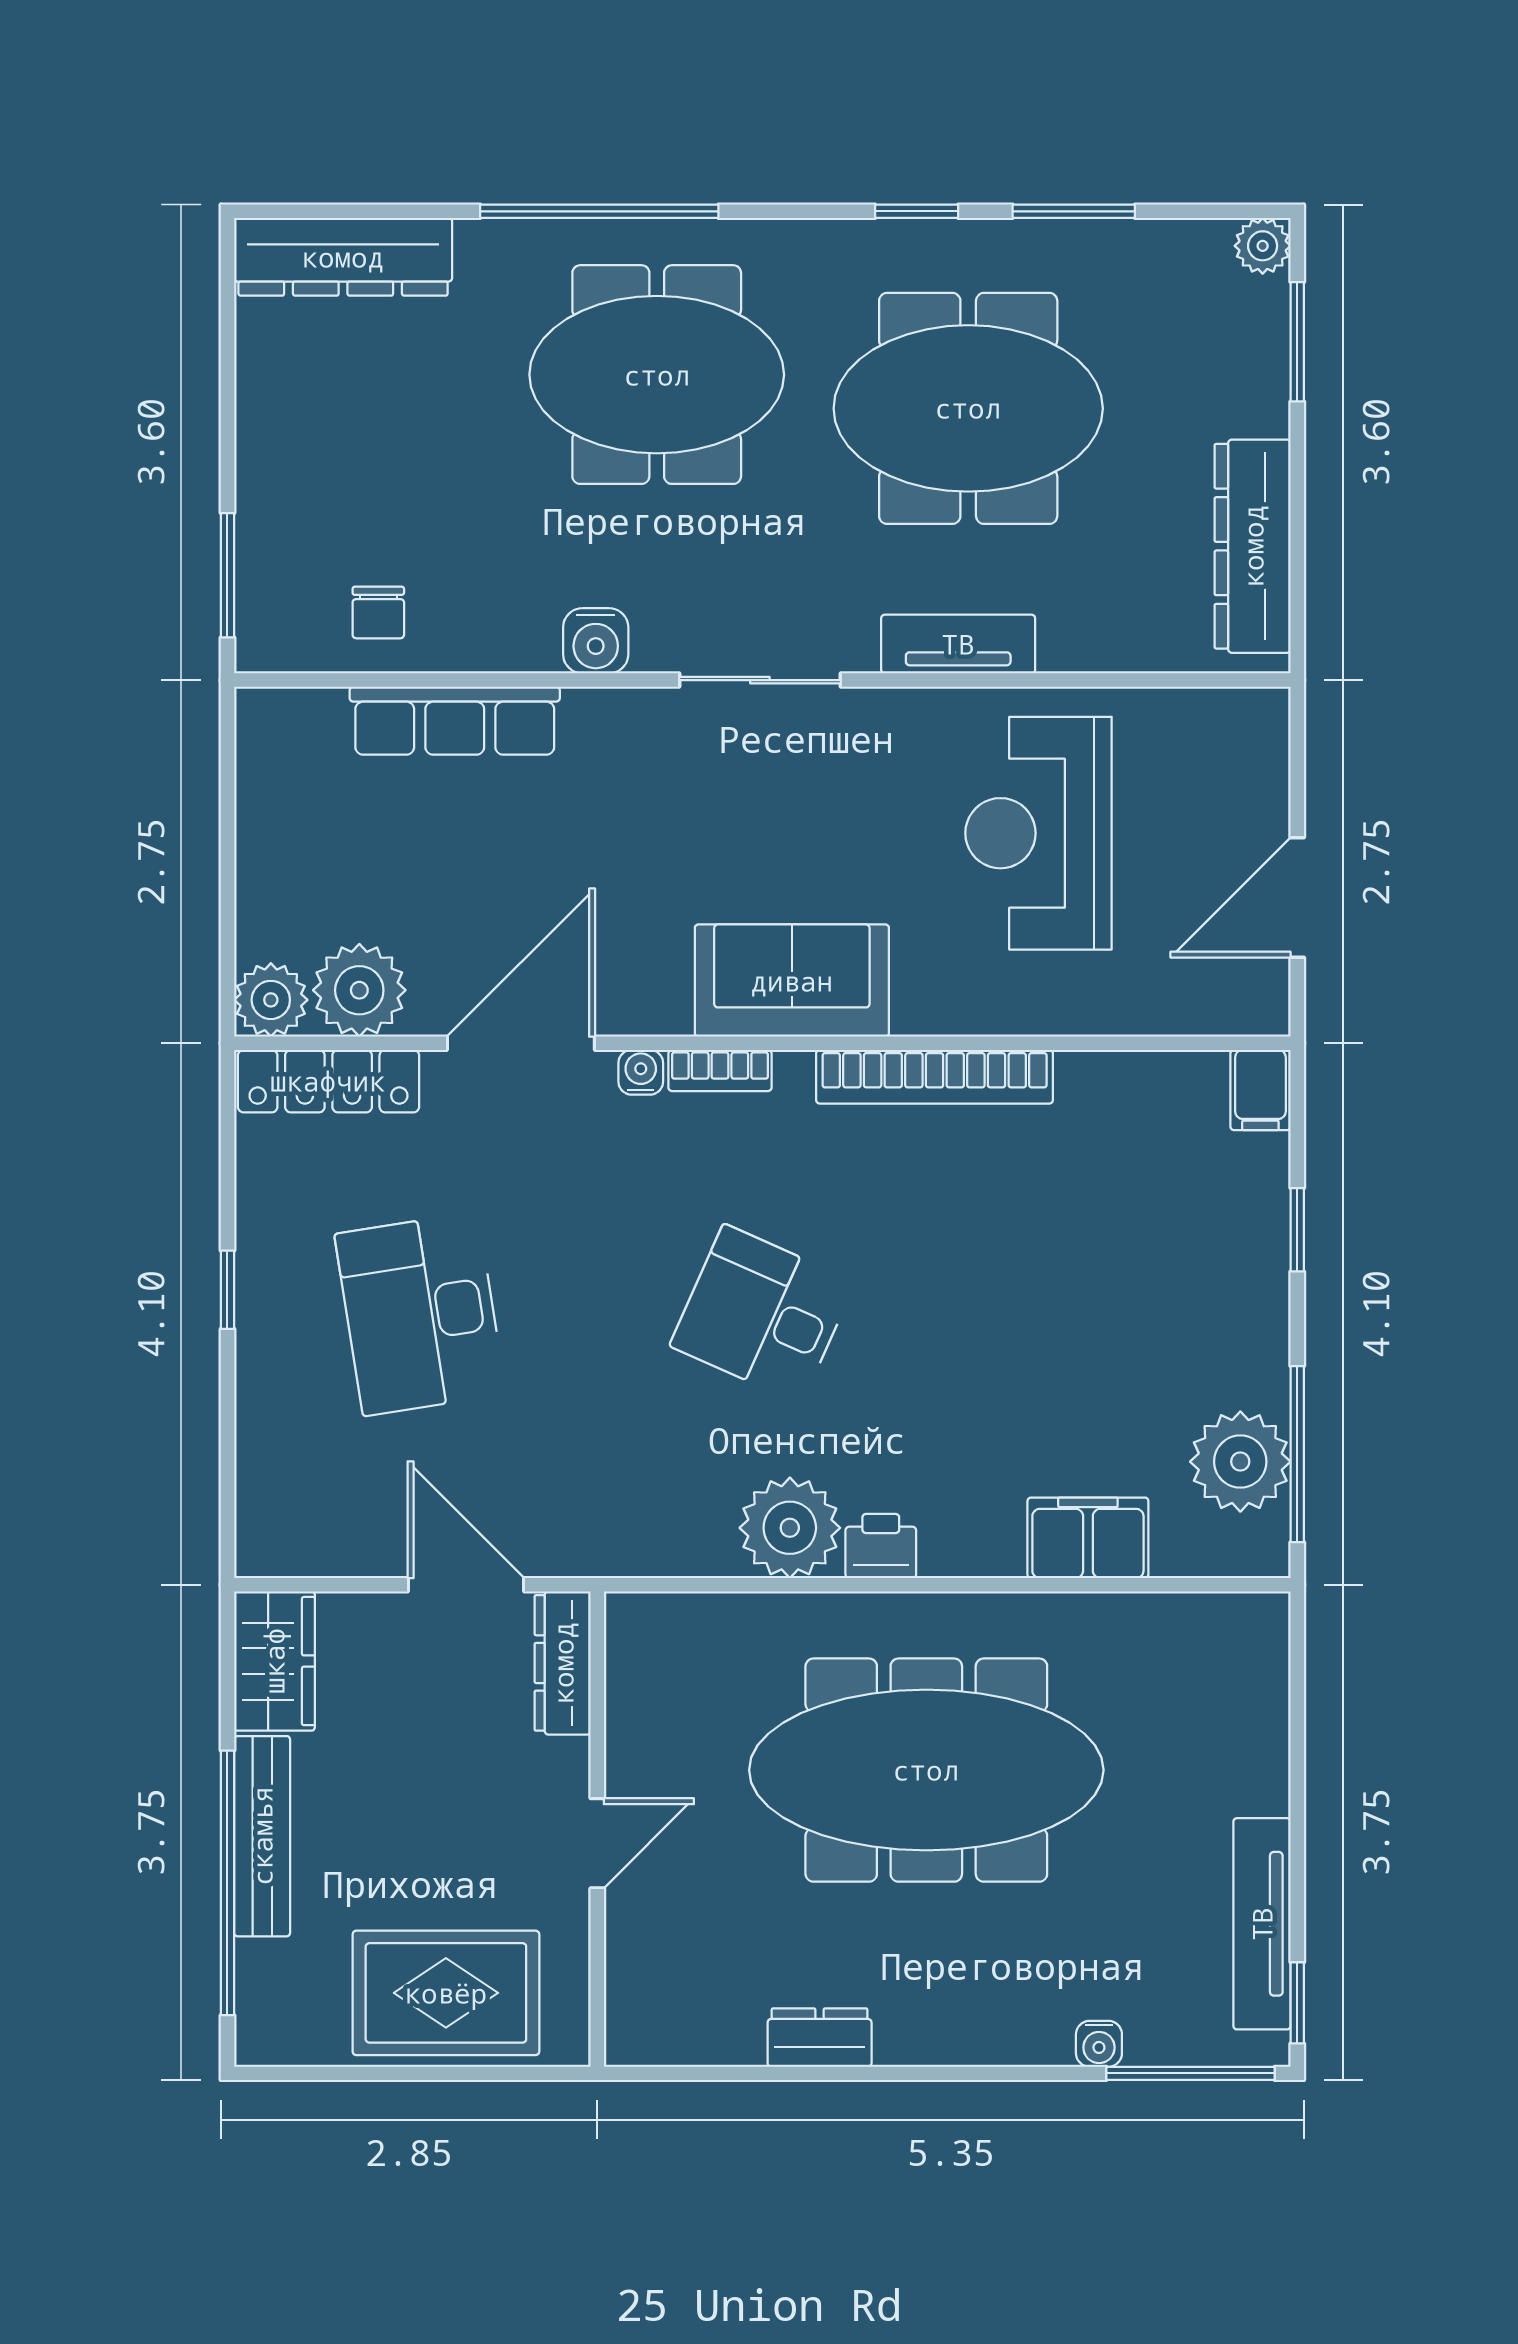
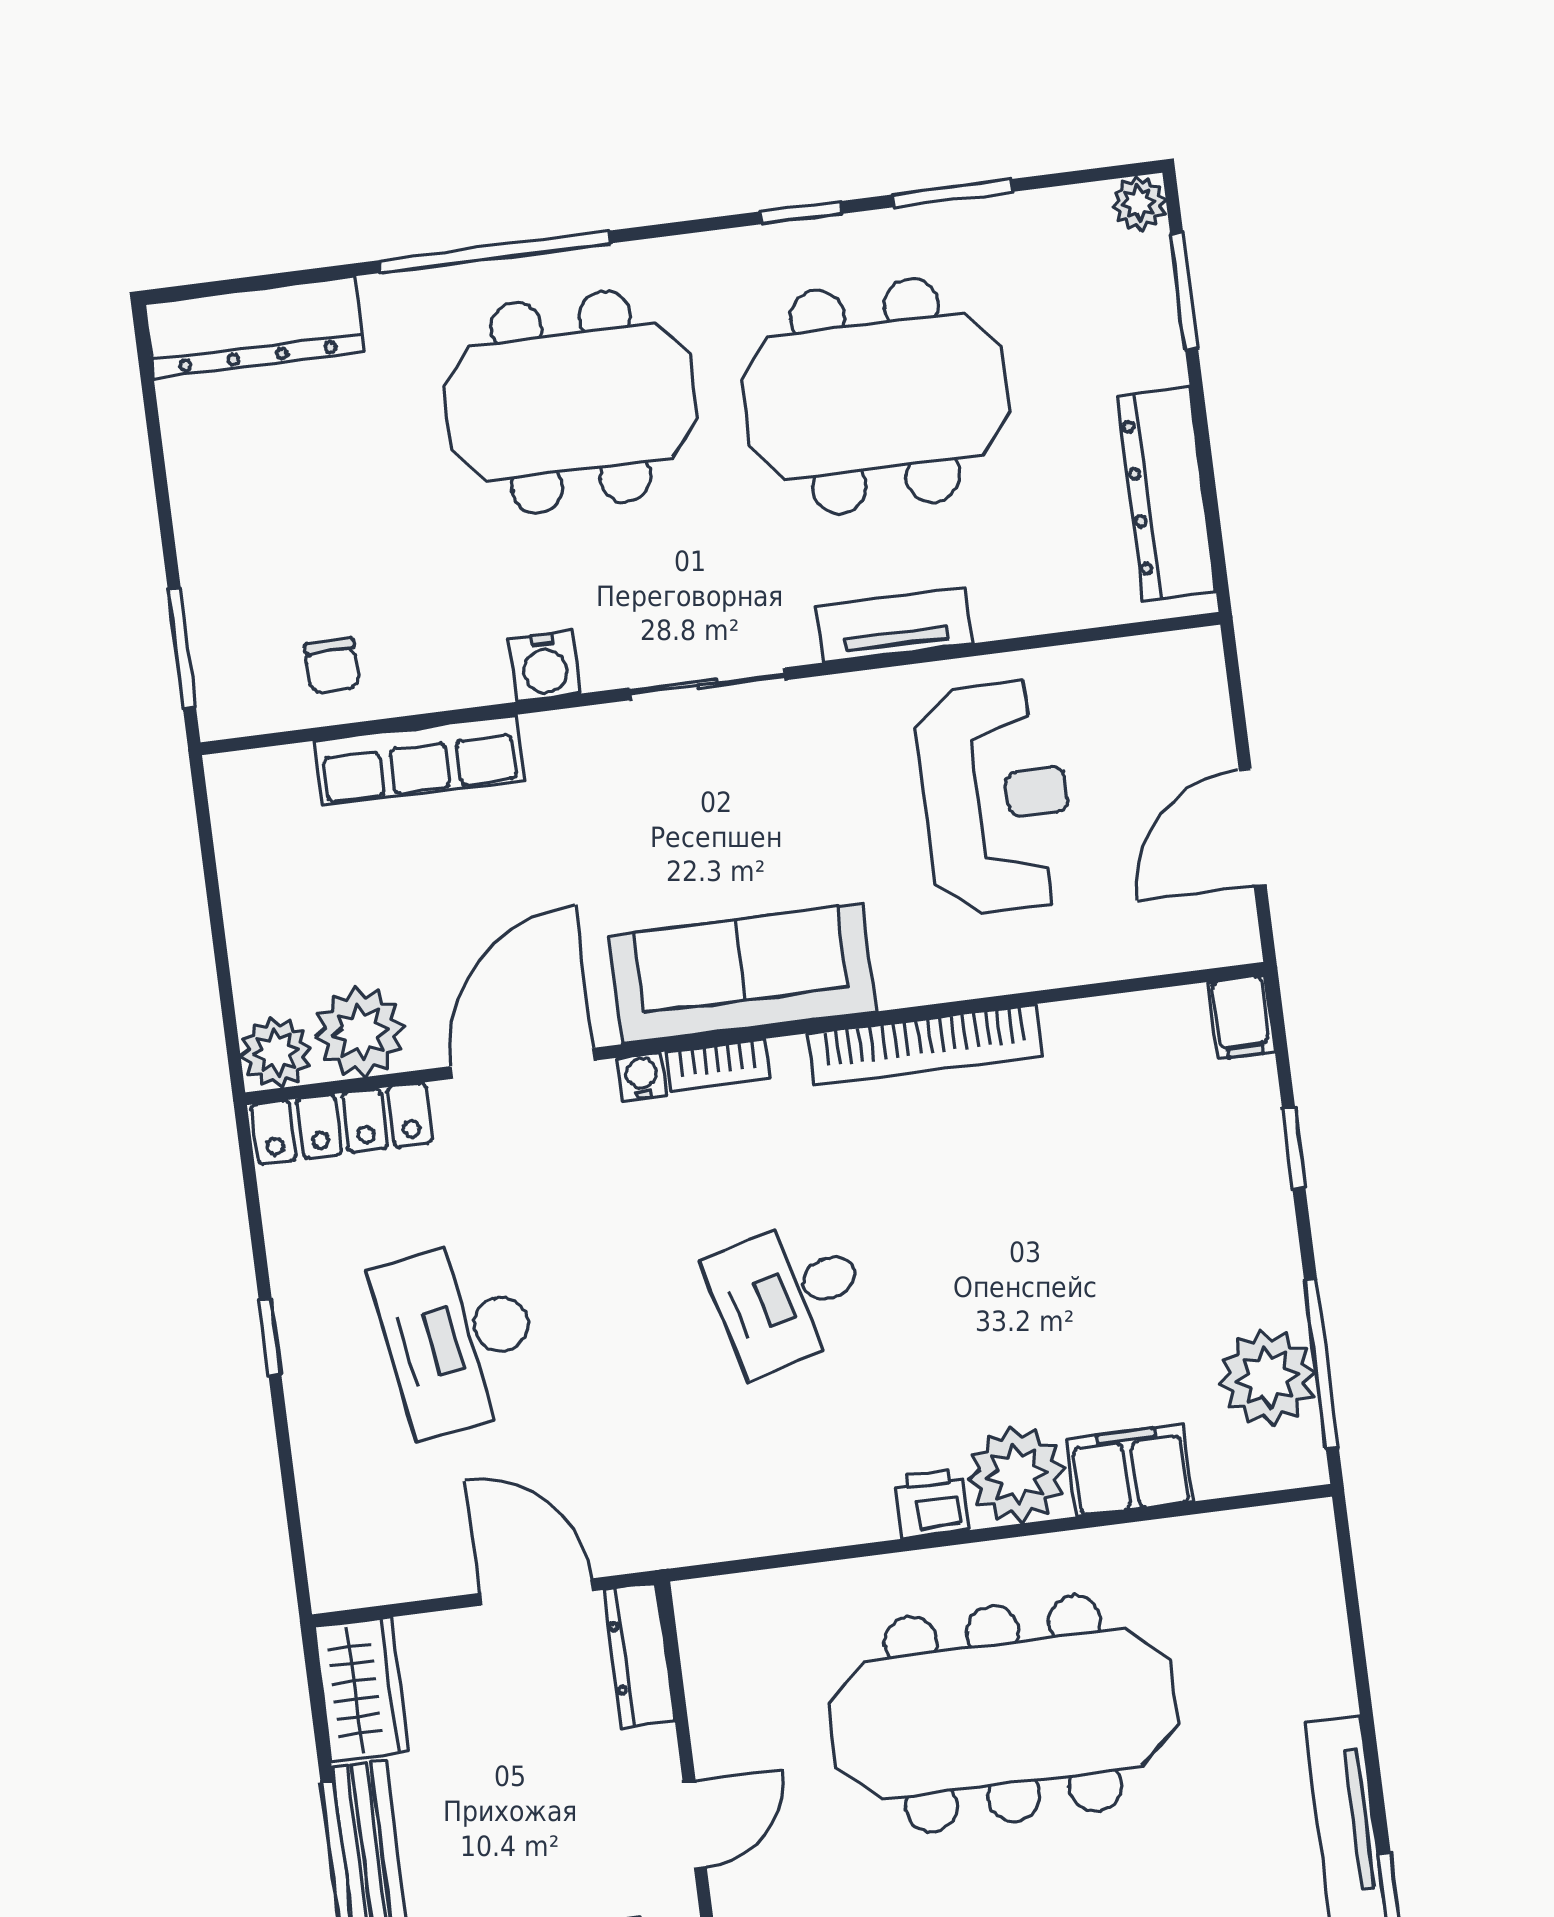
reception desk: (1038, 833) -> (995, 797), turned 180
sofa: (792, 981) -> (742, 974), width x1.36
desk: (762, 1314) -> (789, 1294), turned -39
plant: (790, 1528) -> (1017, 1475), moved

